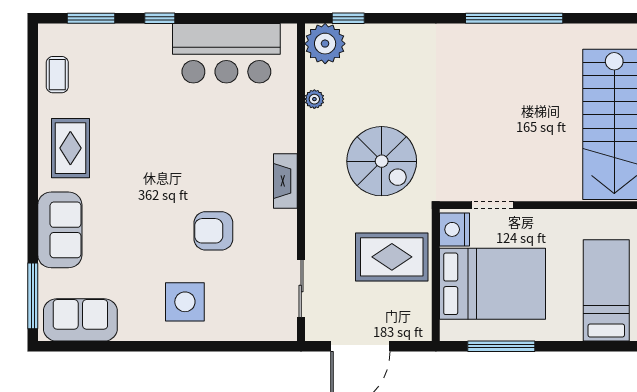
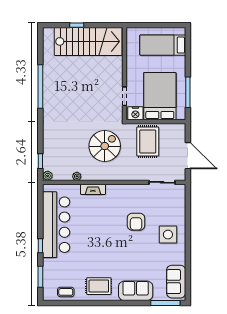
plant: (325, 44) -> (48, 176), width x0.53, depth x0.53
bar counter: (226, 53) -> (56, 225), width x1.36
fireplace: (285, 181) -> (93, 189), moved

